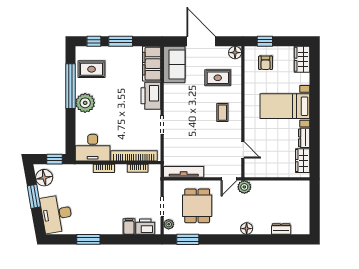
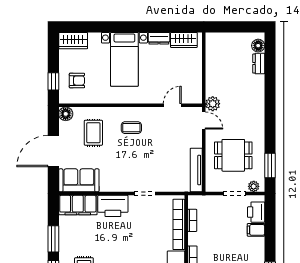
floor lamp: (247, 229) -> (258, 46), moved

